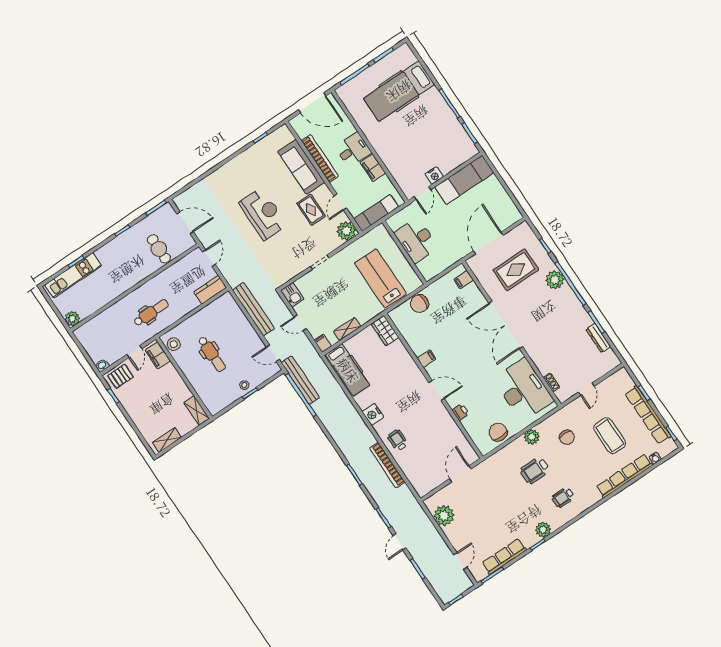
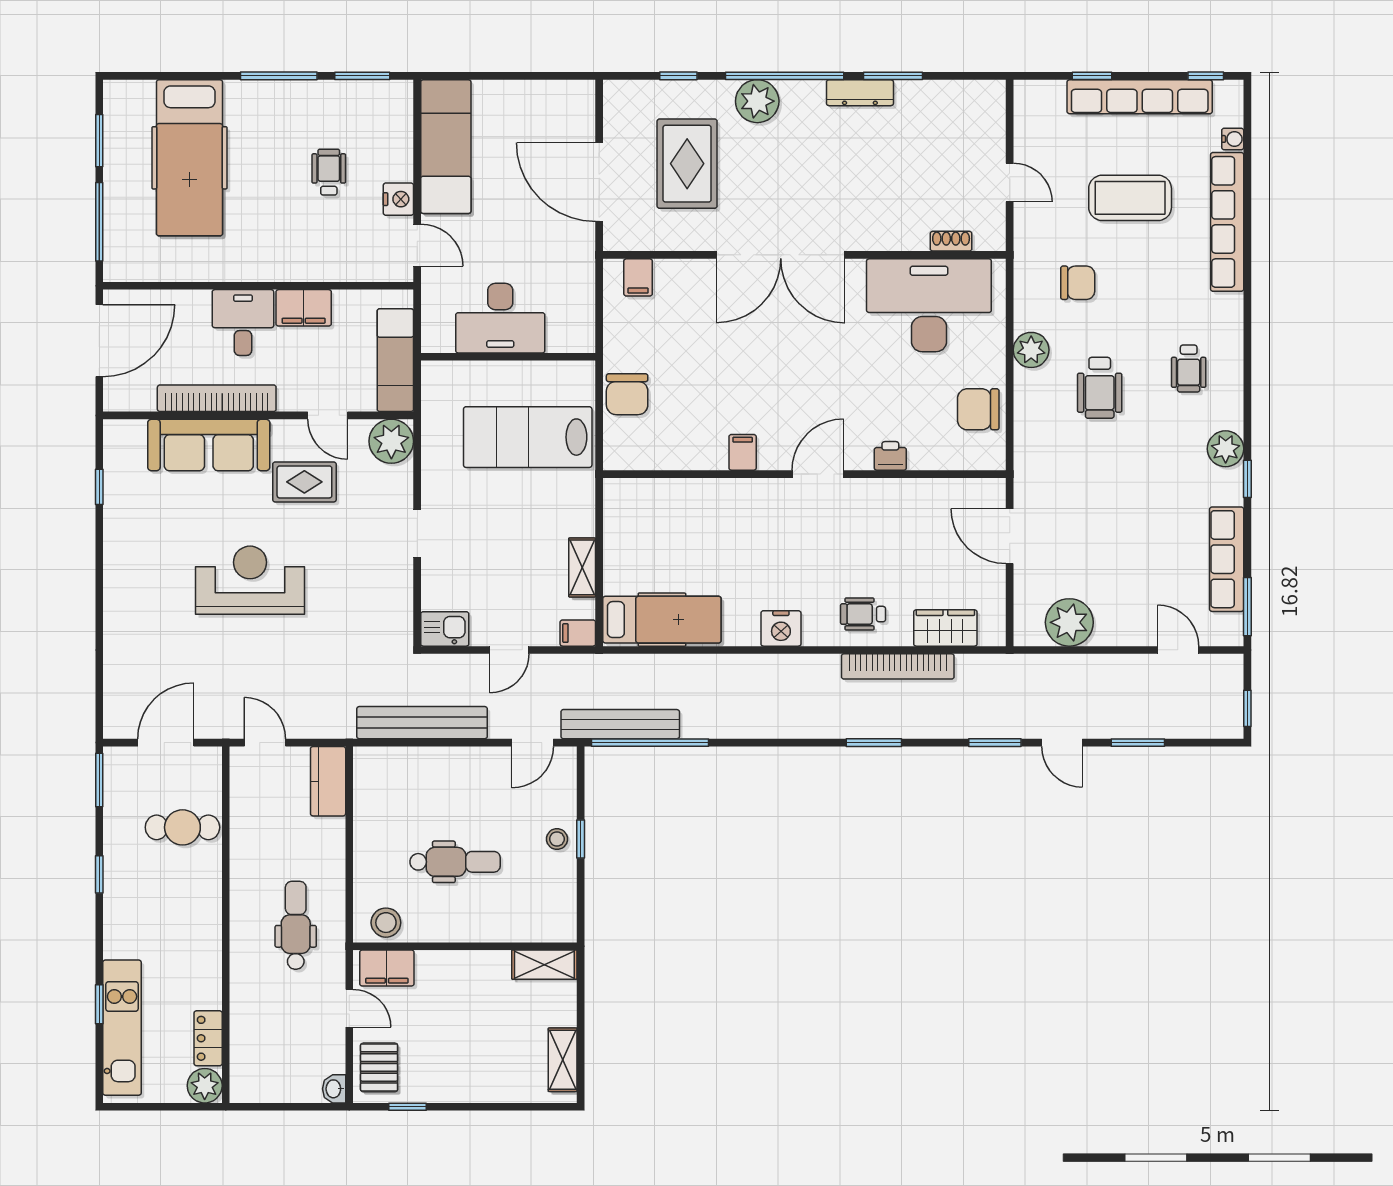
wheelchair: (427, 144) -> (329, 172), added
locker: (90, 308) -> (208, 1038), added
wardrobe: (385, 331) -> (945, 628), moved, turned 180
dresser: (598, 338) -> (860, 93), moved

